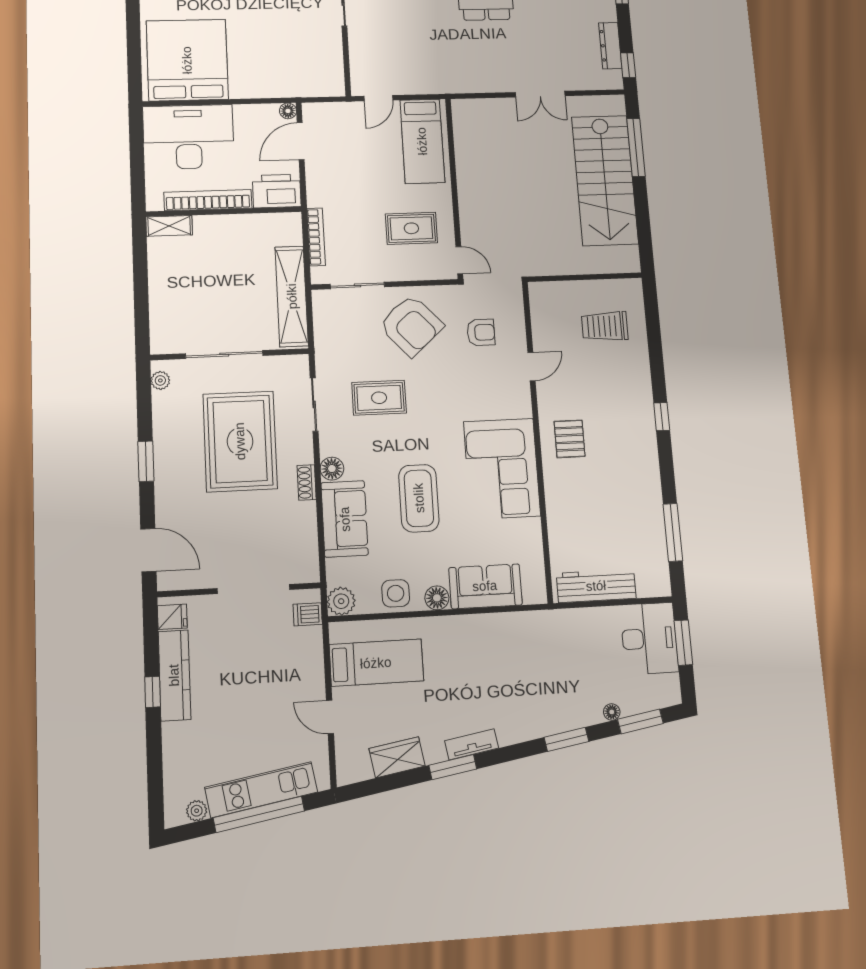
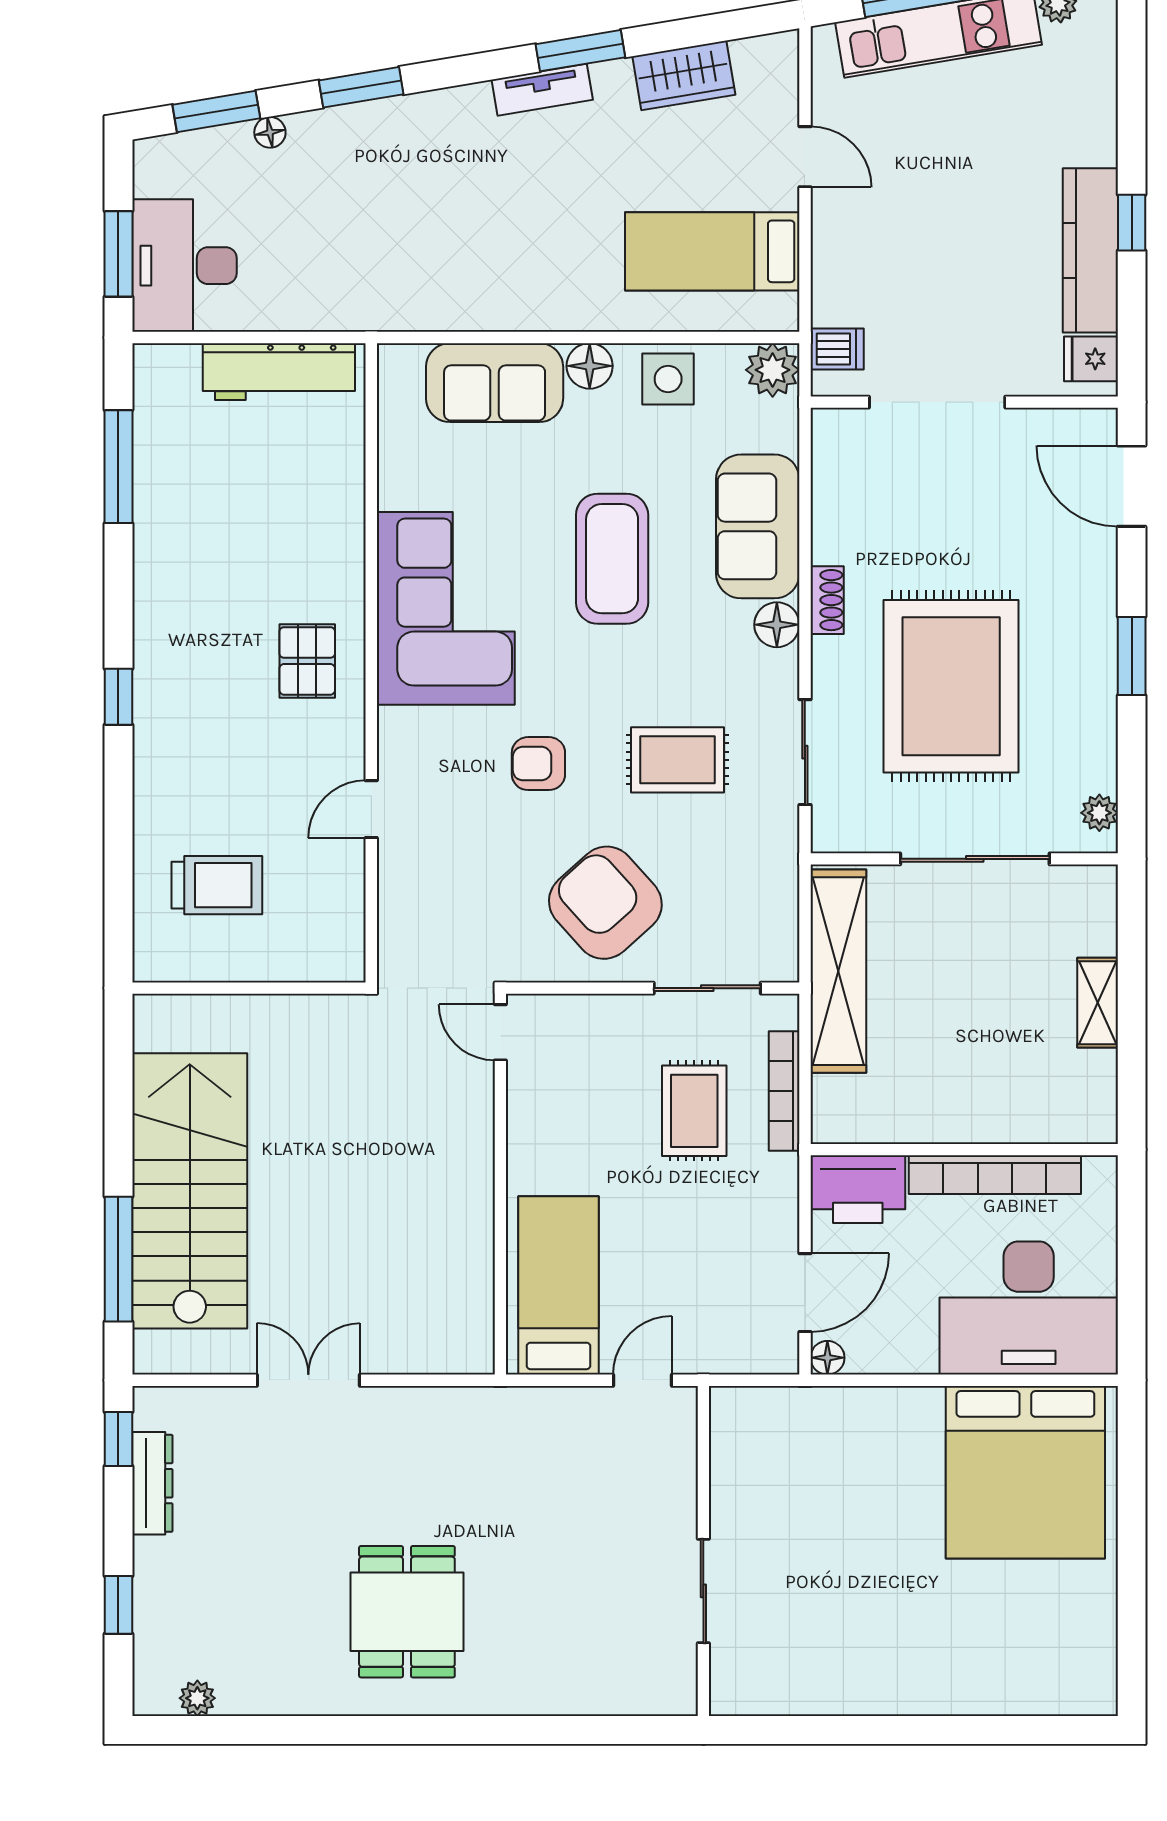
shelving: (169, 226) -> (1098, 1003), moved, turned 90
rug: (411, 228) -> (694, 1111), moved, turned 90
armchair: (481, 332) -> (538, 764), moved

